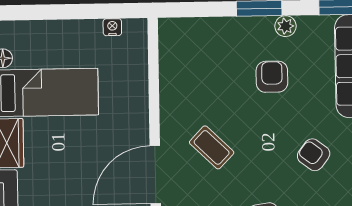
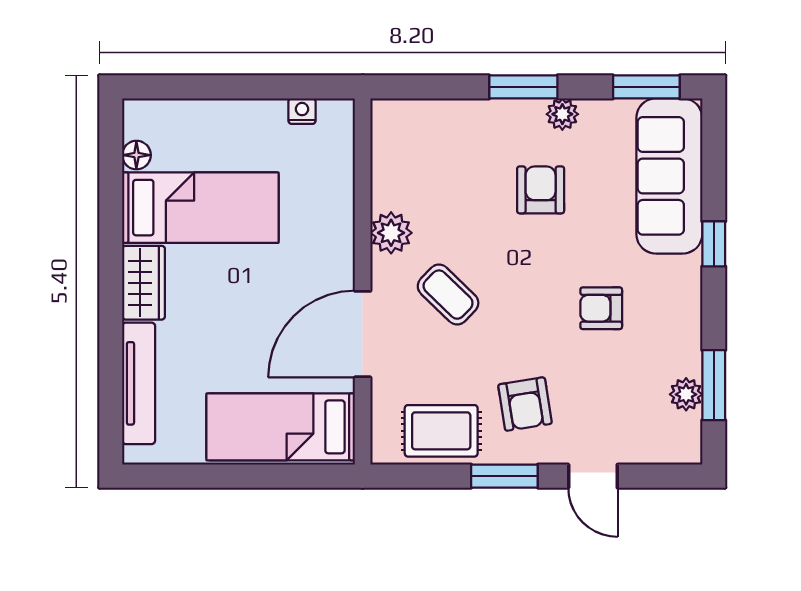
plant: (173, 107) -> (391, 233), added
armchair: (314, 155) -> (601, 308), turned -37

